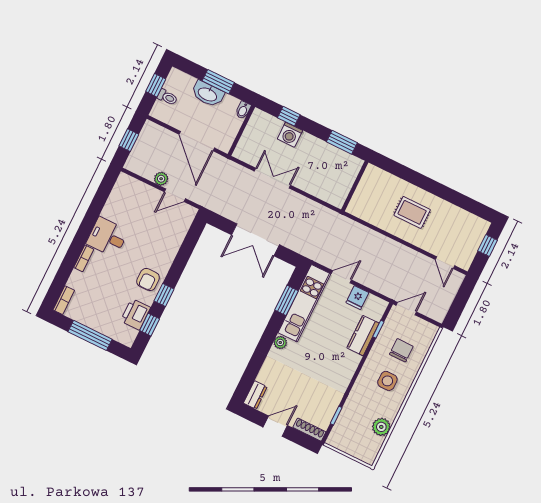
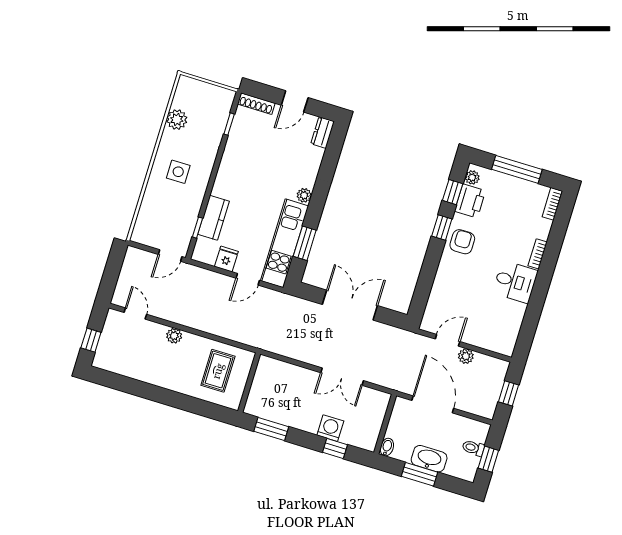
rug: (412, 212) -> (218, 371), moved, turned 90
plant: (414, 238) -> (174, 336), added
plant: (130, 335) -> (472, 177), added
chair: (401, 350) -> (168, 208), removed

